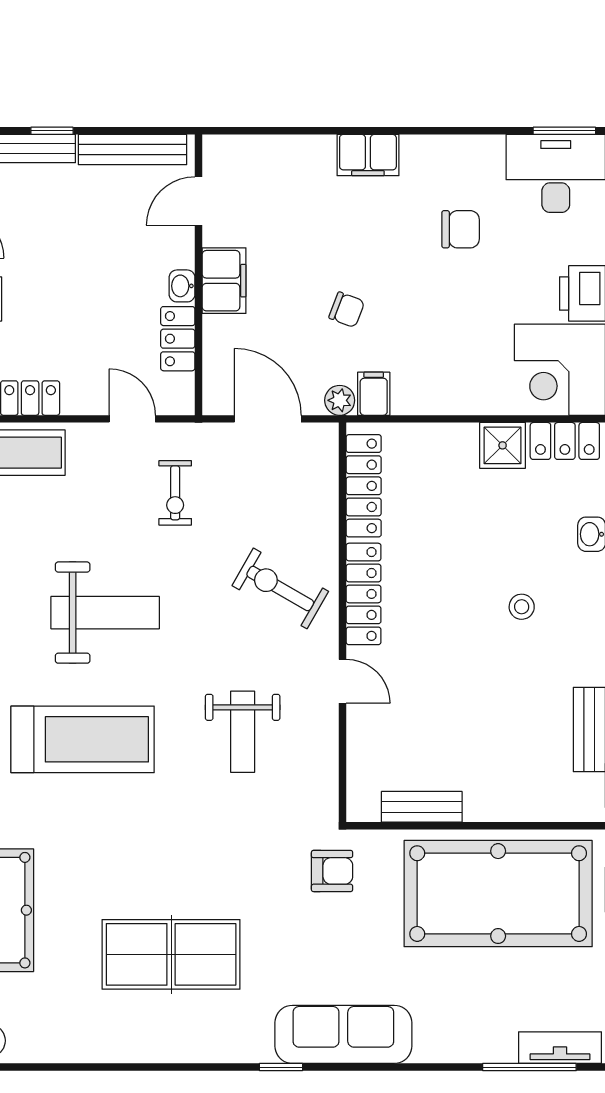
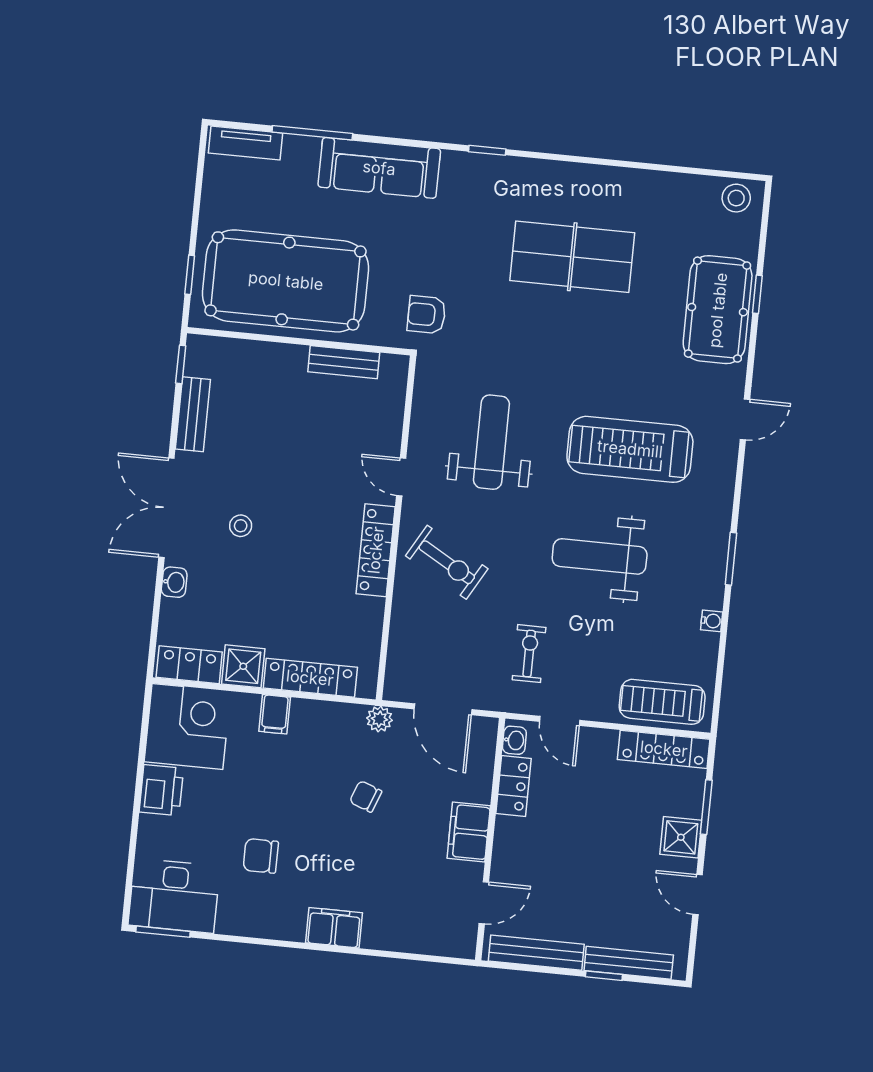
washbasin: (182, 286) -> (514, 740), moved
filing cabinet: (374, 394) -> (275, 714), moved
locker: (364, 486) -> (310, 678), moved, turned 90
weight bench: (243, 732) -> (491, 442), width x1.36, depth x1.33
sofa: (343, 1034) -> (379, 168), moved
window: (529, 1067) -> (312, 133), moved

